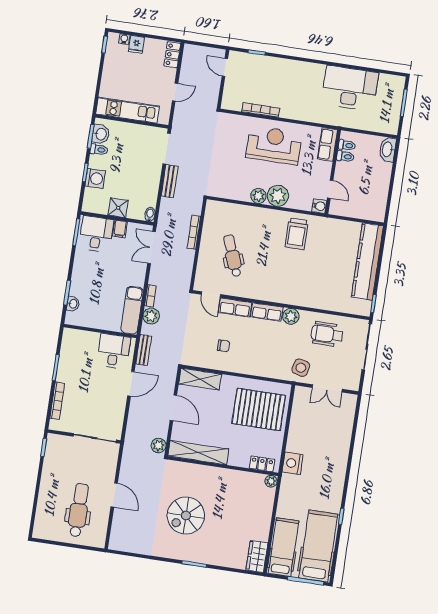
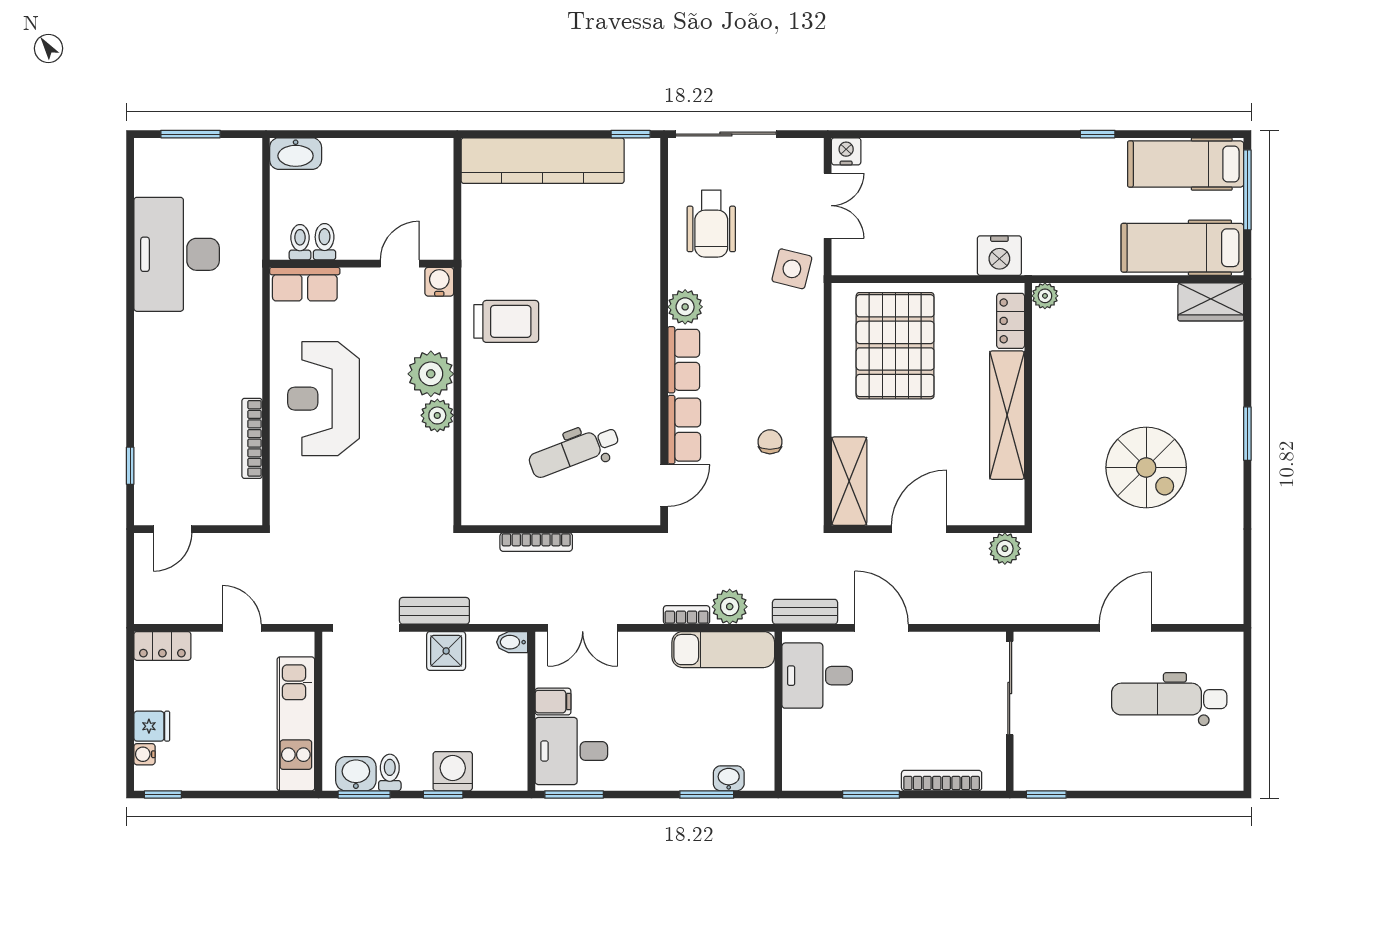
shower: (118, 208) -> (446, 651), moved
nightstand: (351, 401) -> (846, 151), added
shelving: (198, 453) -> (1007, 415), moved
hospital bed: (318, 546) -> (1186, 164), width x0.73, depth x0.78

